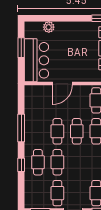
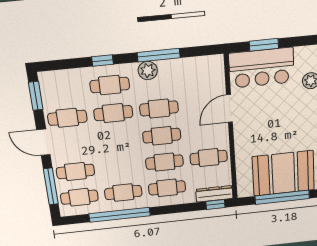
window: (21, 48) -> (264, 45), moved
door: (62, 84) -> (229, 109), hinge flipped
plant: (31, 136) -> (148, 70), added

